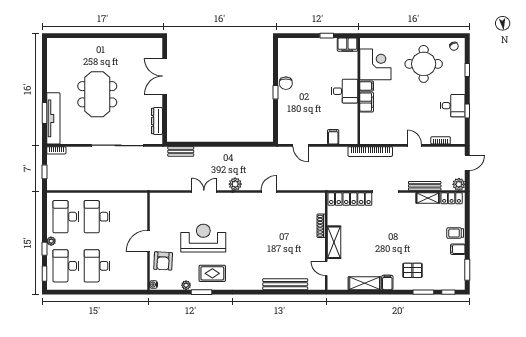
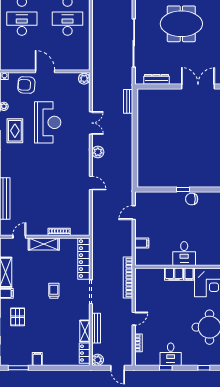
plant: (156, 199) -> (84, 79), added
trolley: (455, 233) -> (54, 291), moved

